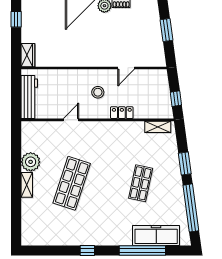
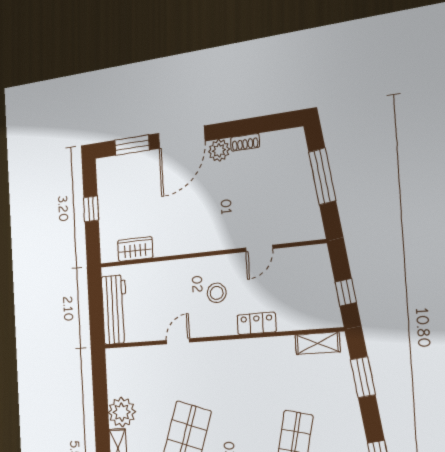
window: (16, 19) -> (91, 209), moved
window: (166, 30) -> (322, 176), width x1.44
wardrobe: (28, 55) -> (135, 249), moved, turned -90
window: (185, 164) -> (363, 377), moved

